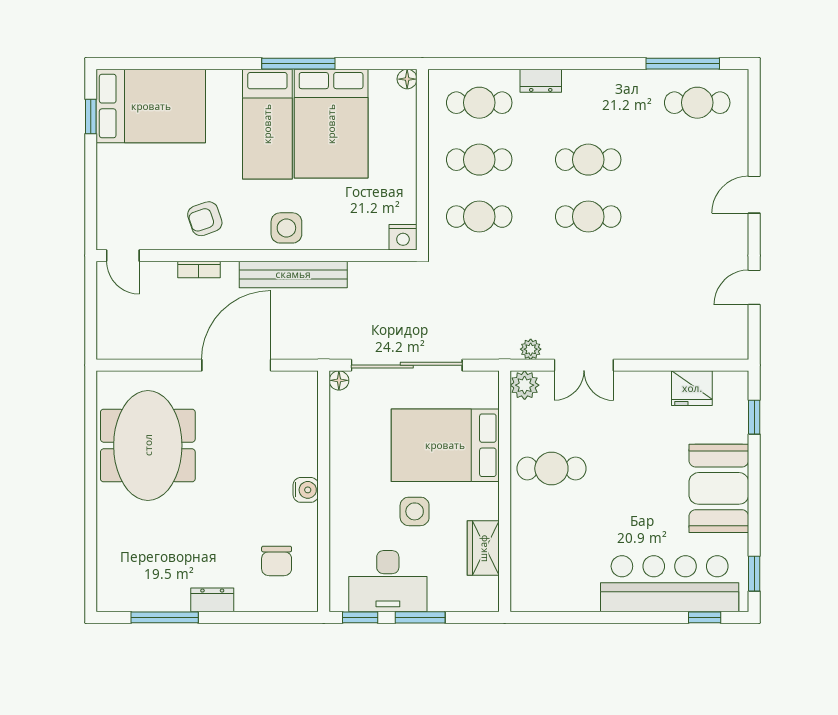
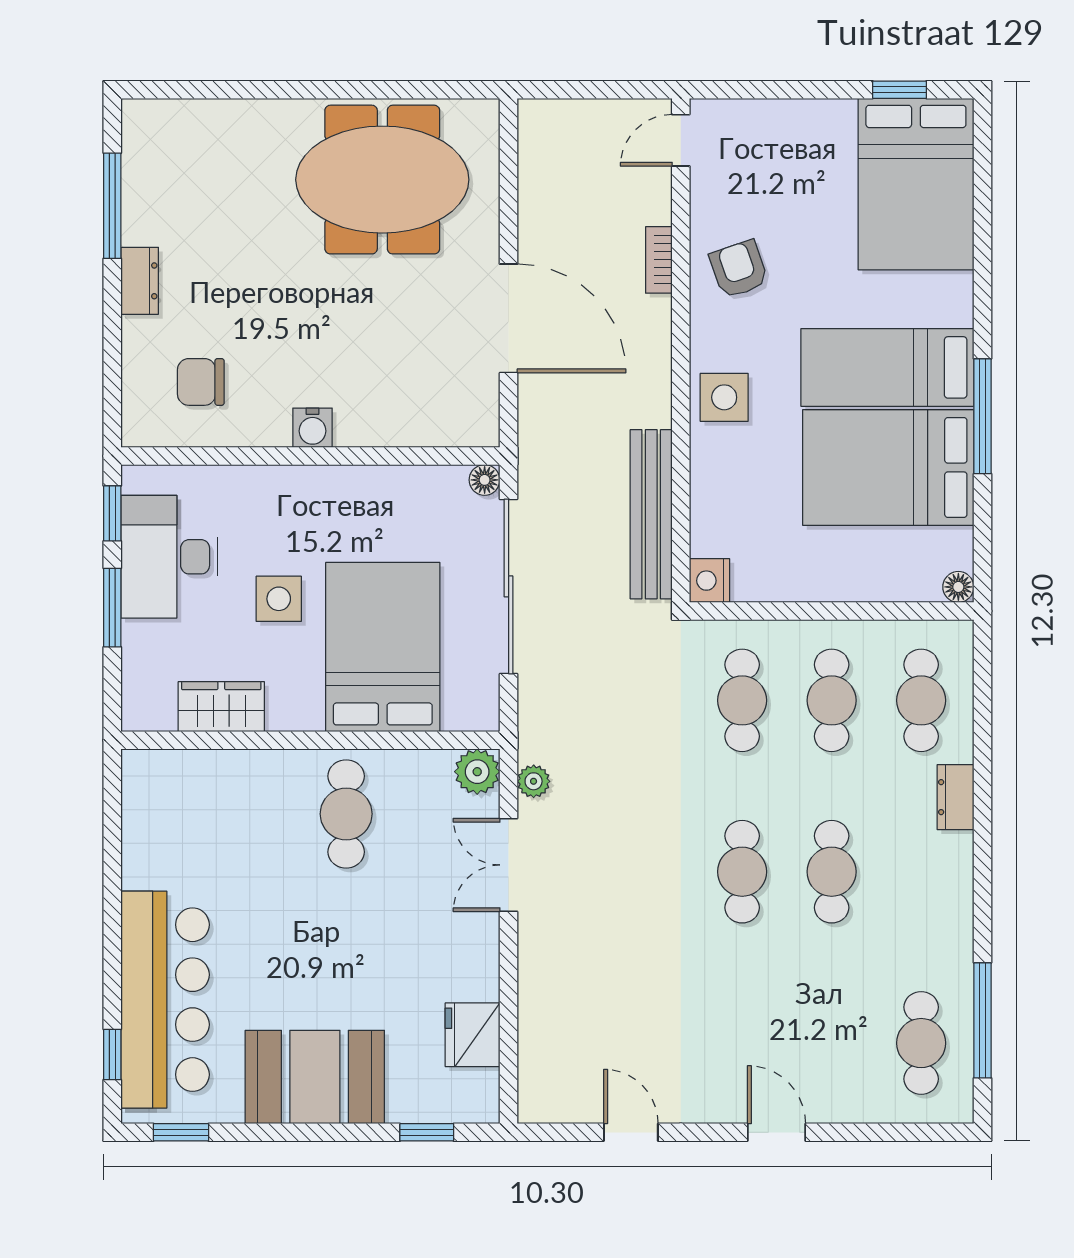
bench: (293, 274) -> (651, 514), moved

